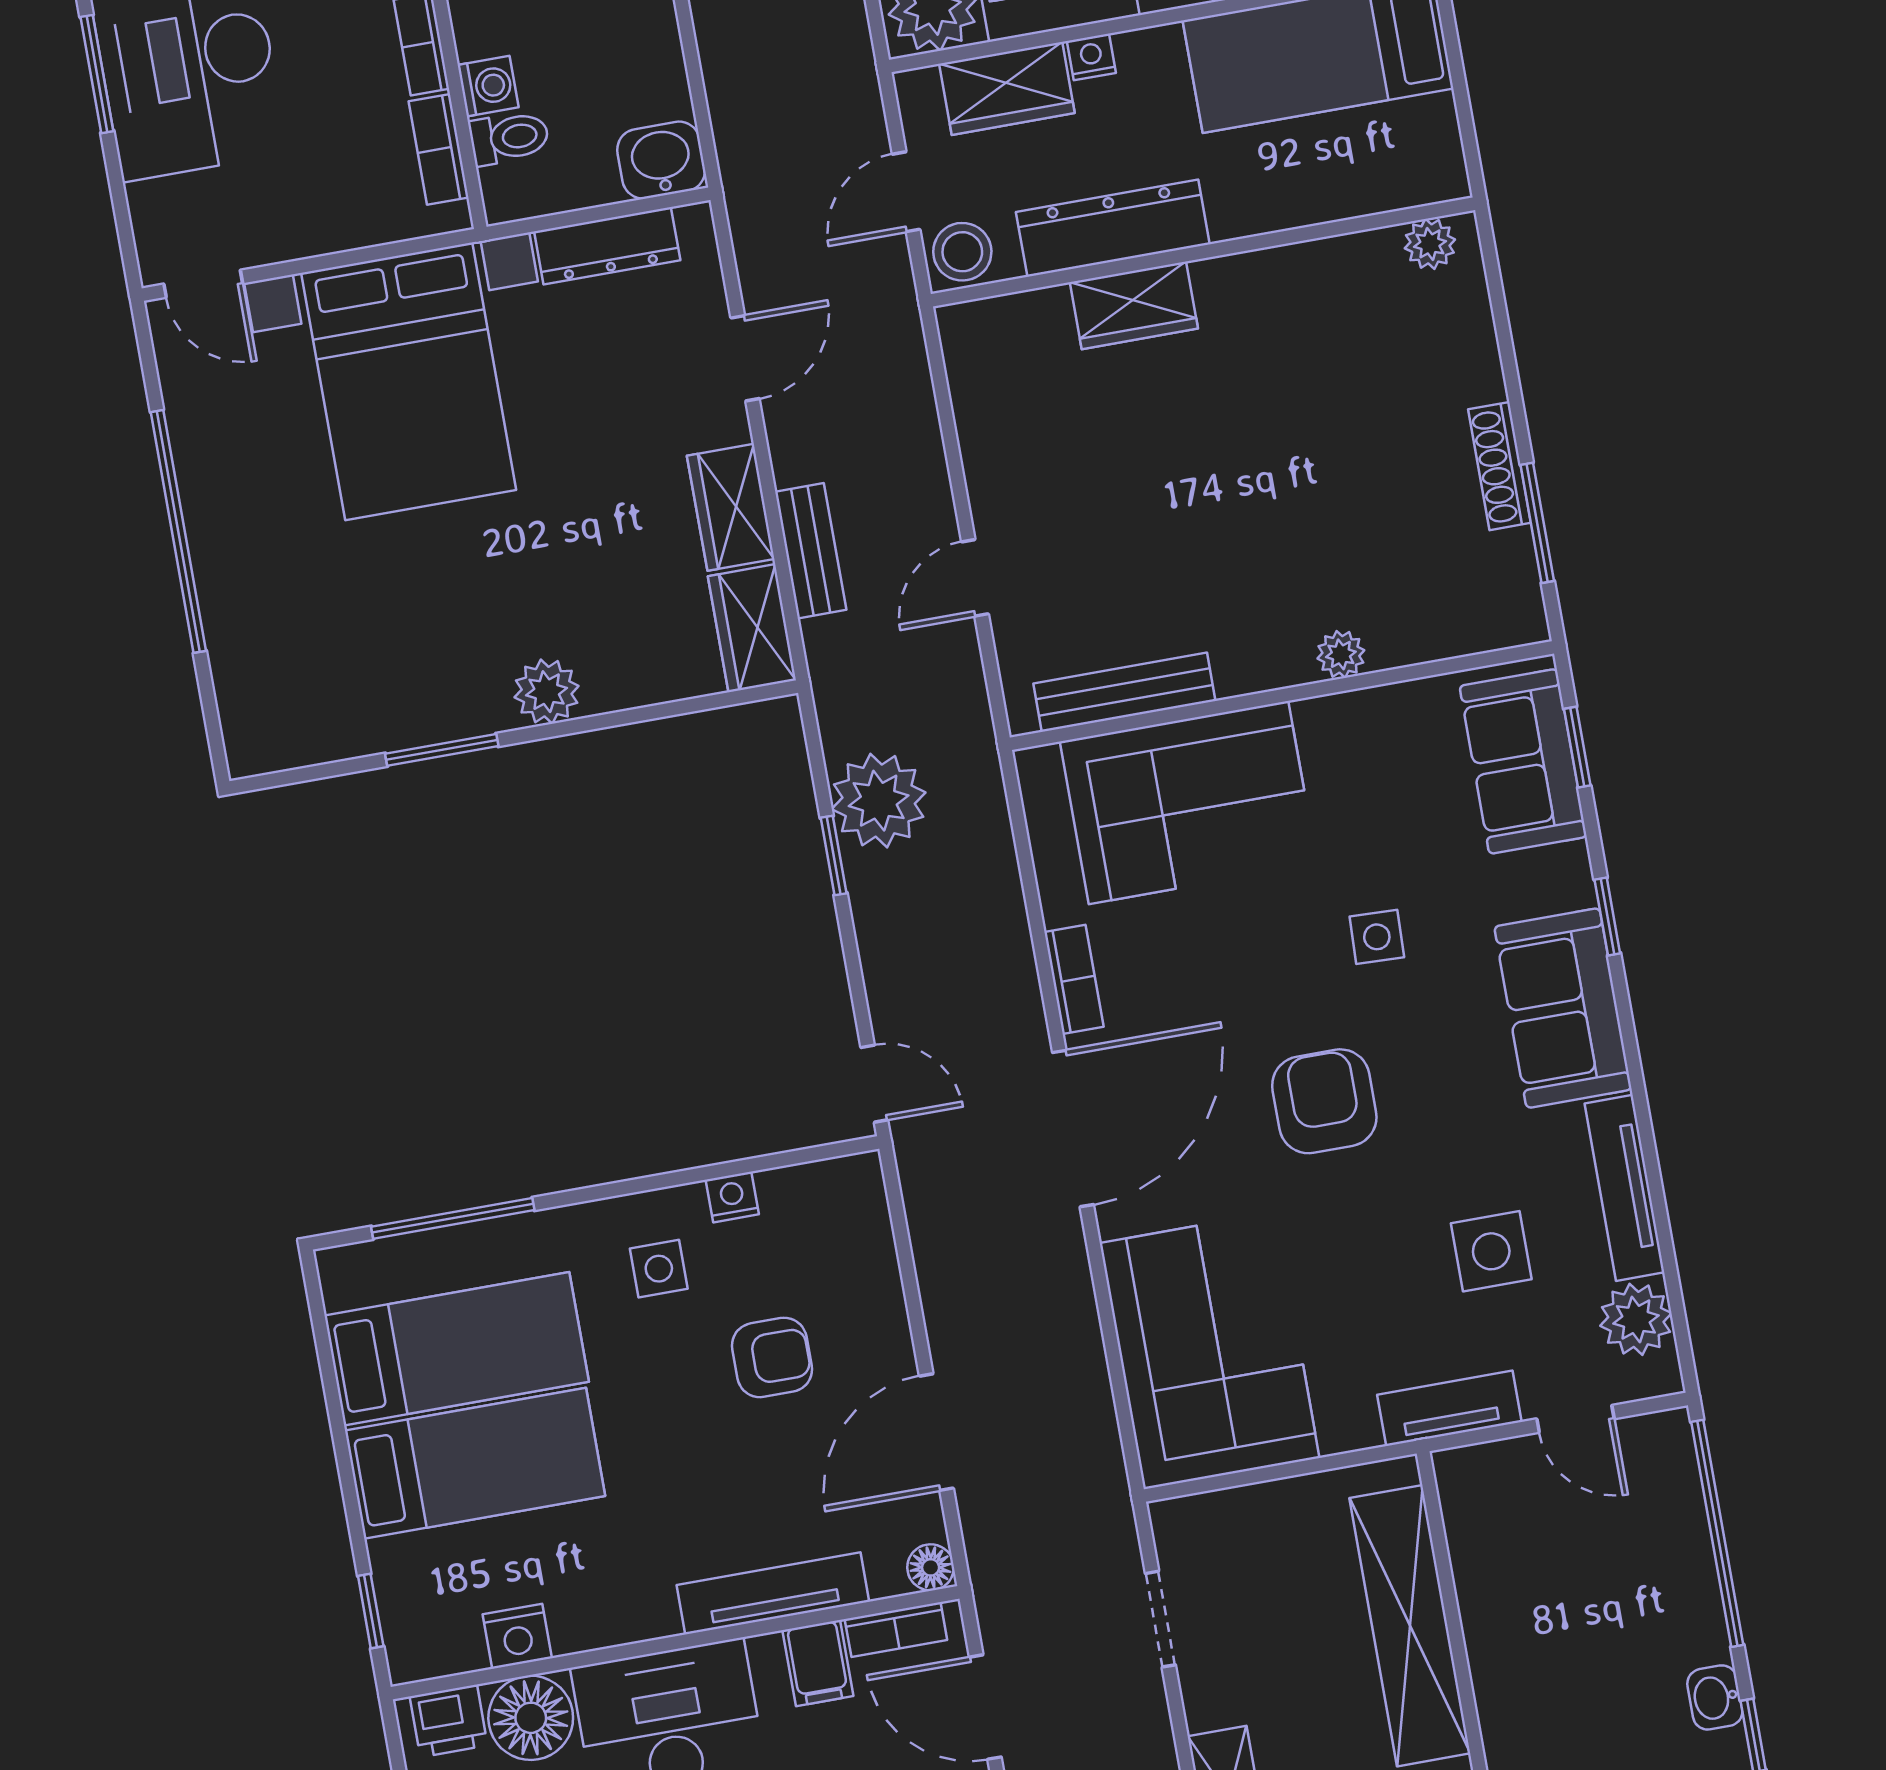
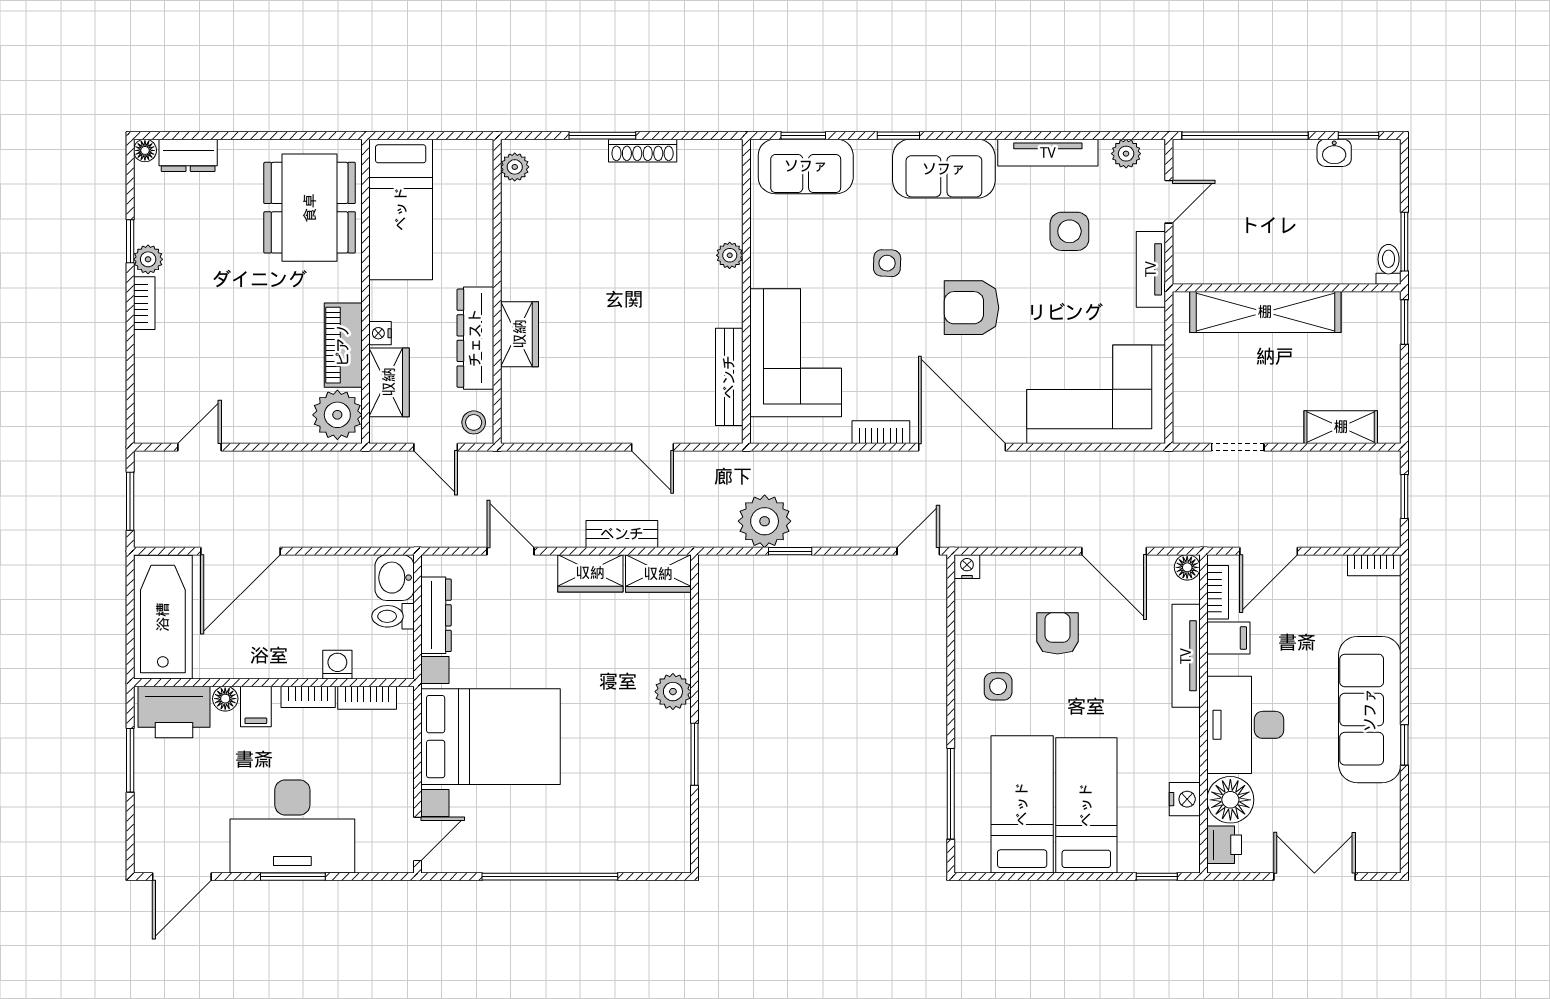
toilet: (509, 138) -> (393, 616), moved, turned -90
stool: (962, 252) -> (474, 422), width x0.73, depth x0.73
window: (1537, 523) -> (602, 136), moved
nightstand: (732, 1197) -> (967, 567), moved, turned 90
plant: (1636, 1319) -> (1126, 154), width x0.73, depth x0.73

